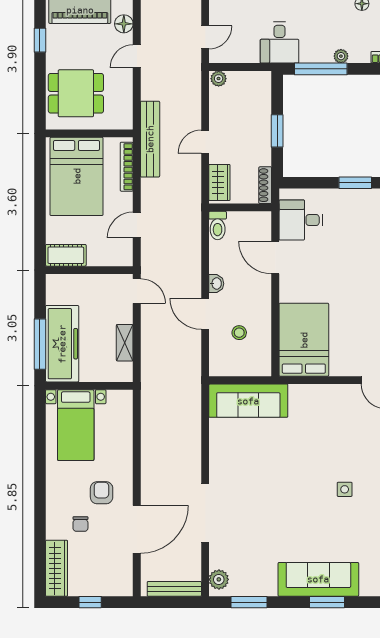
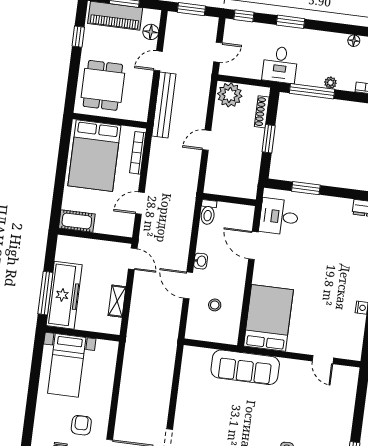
plant: (219, 79) -> (230, 95), width x1.88, depth x1.88
dining table: (76, 93) -> (103, 85), turned 90
bench: (150, 139) -> (164, 105), moved
wardrobe: (219, 182) -> (214, 176), removed
window: (355, 183) -> (306, 188), moved
shoe rack: (265, 185) -> (262, 112), moved
sofa: (248, 401) -> (245, 367), moved

